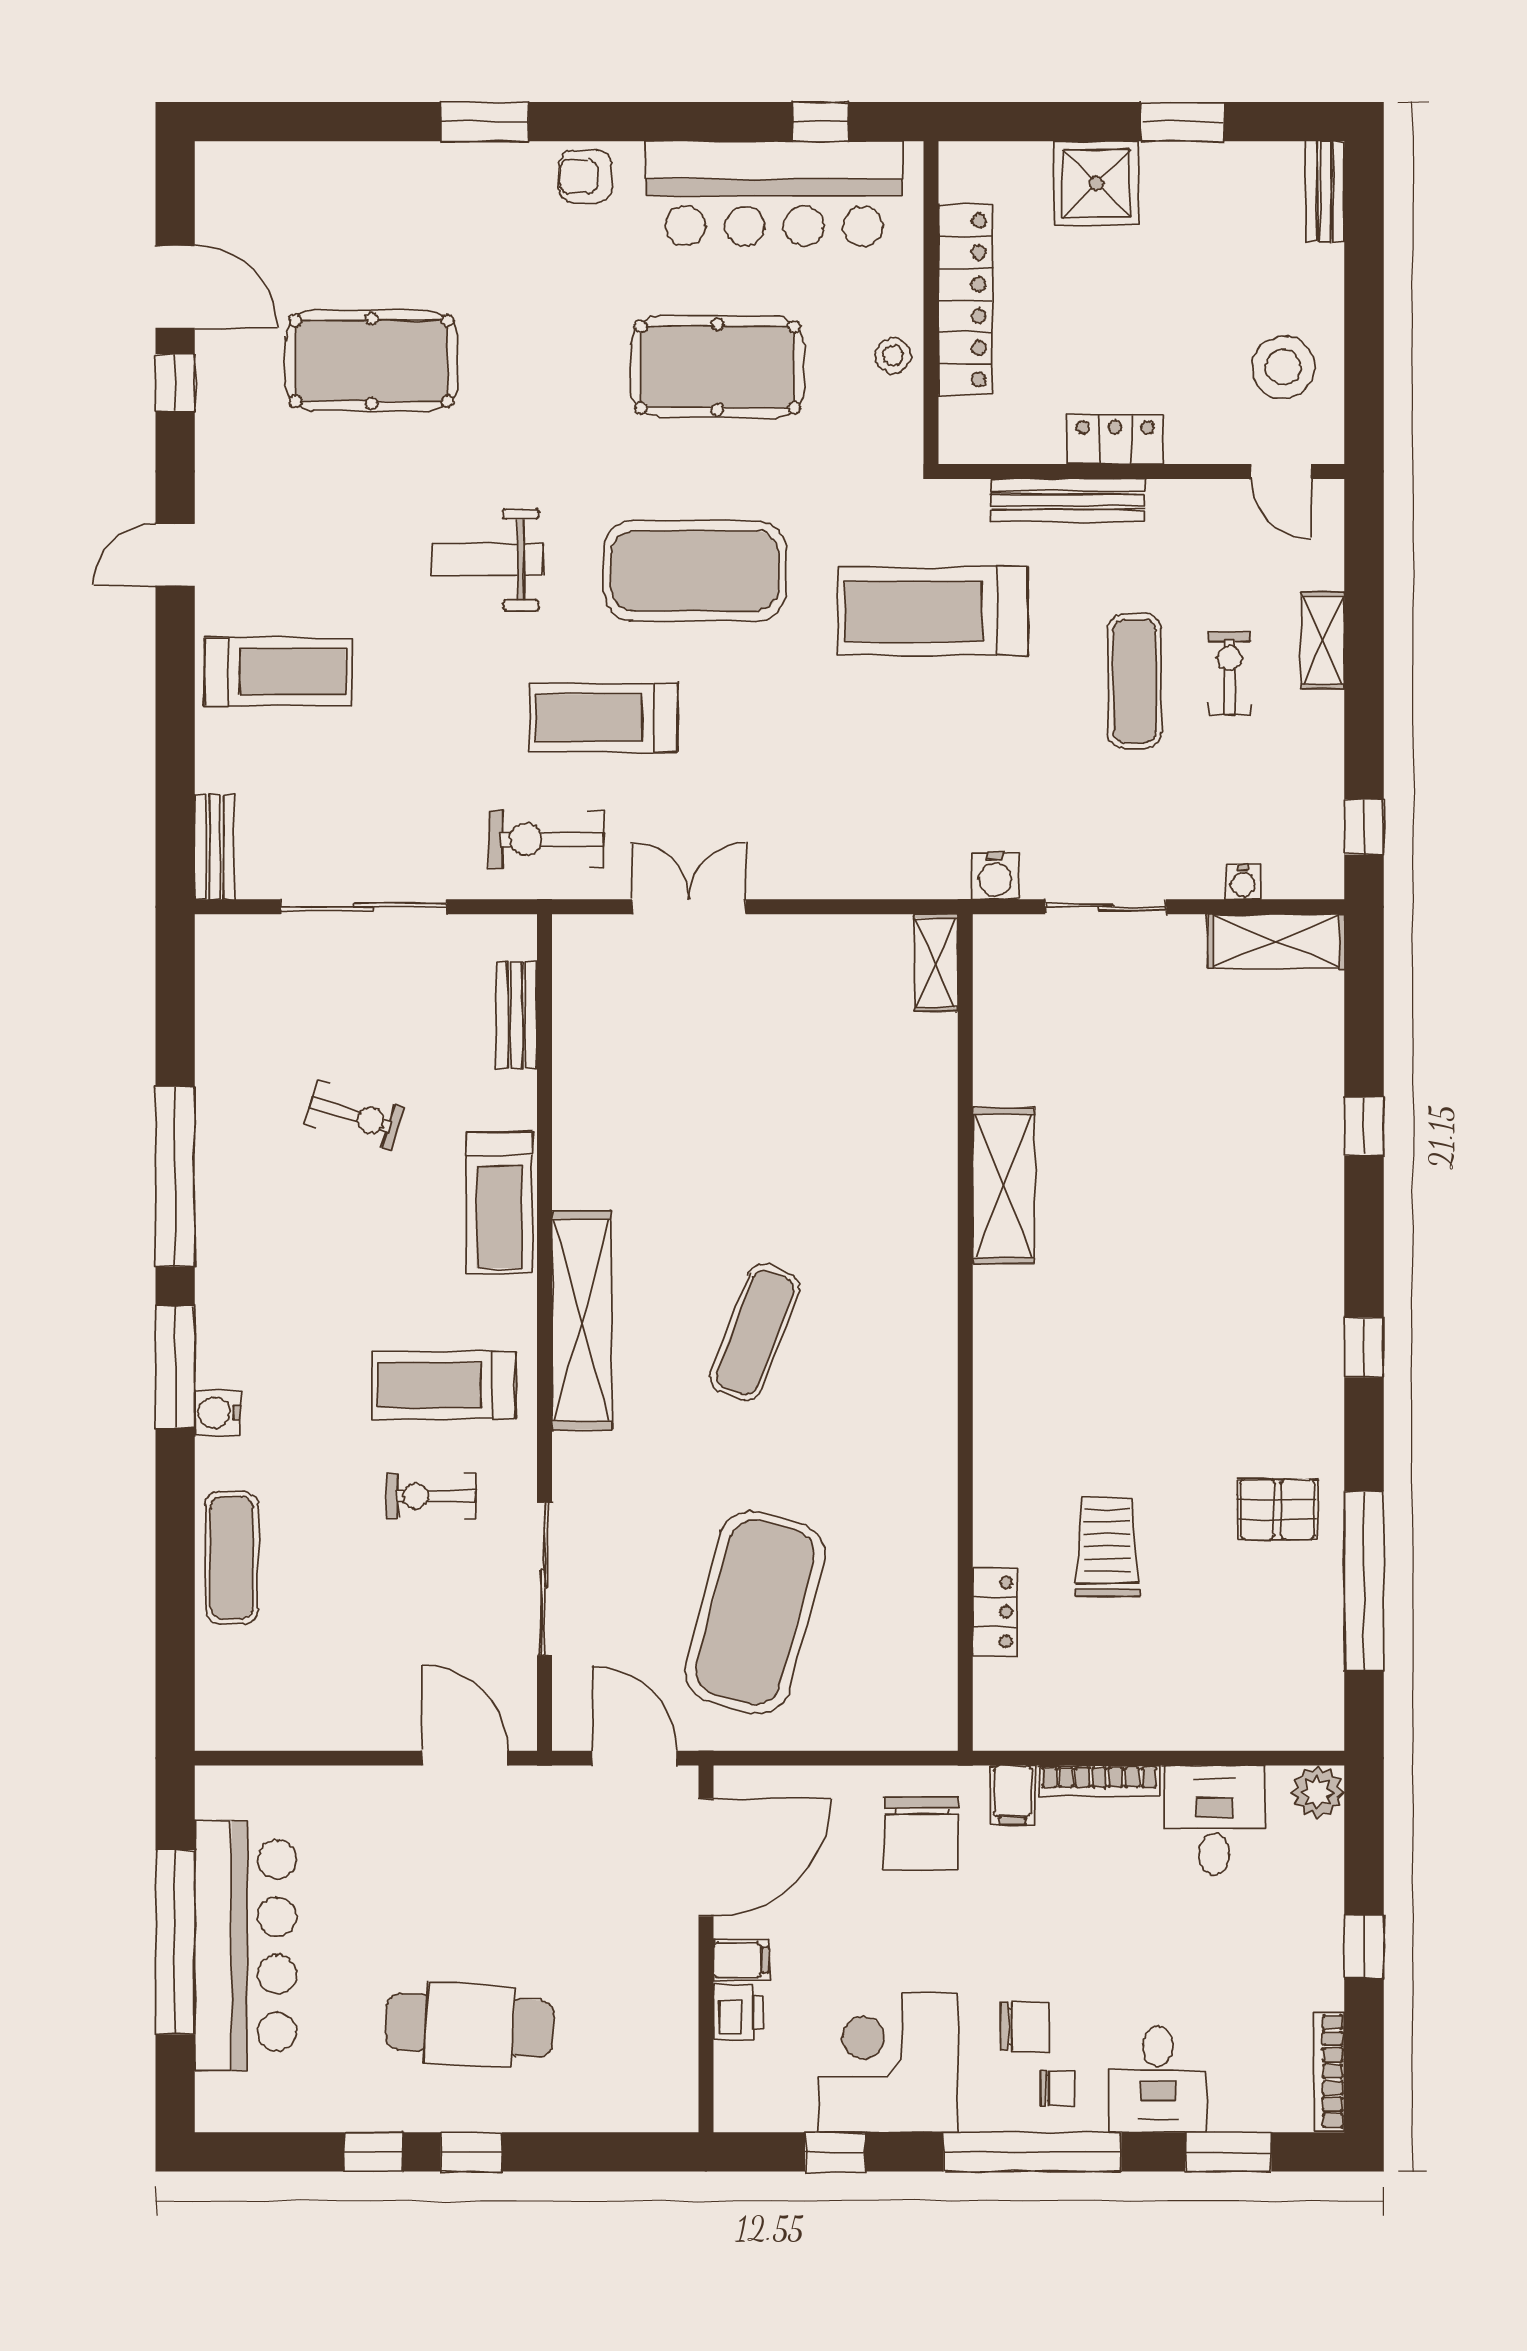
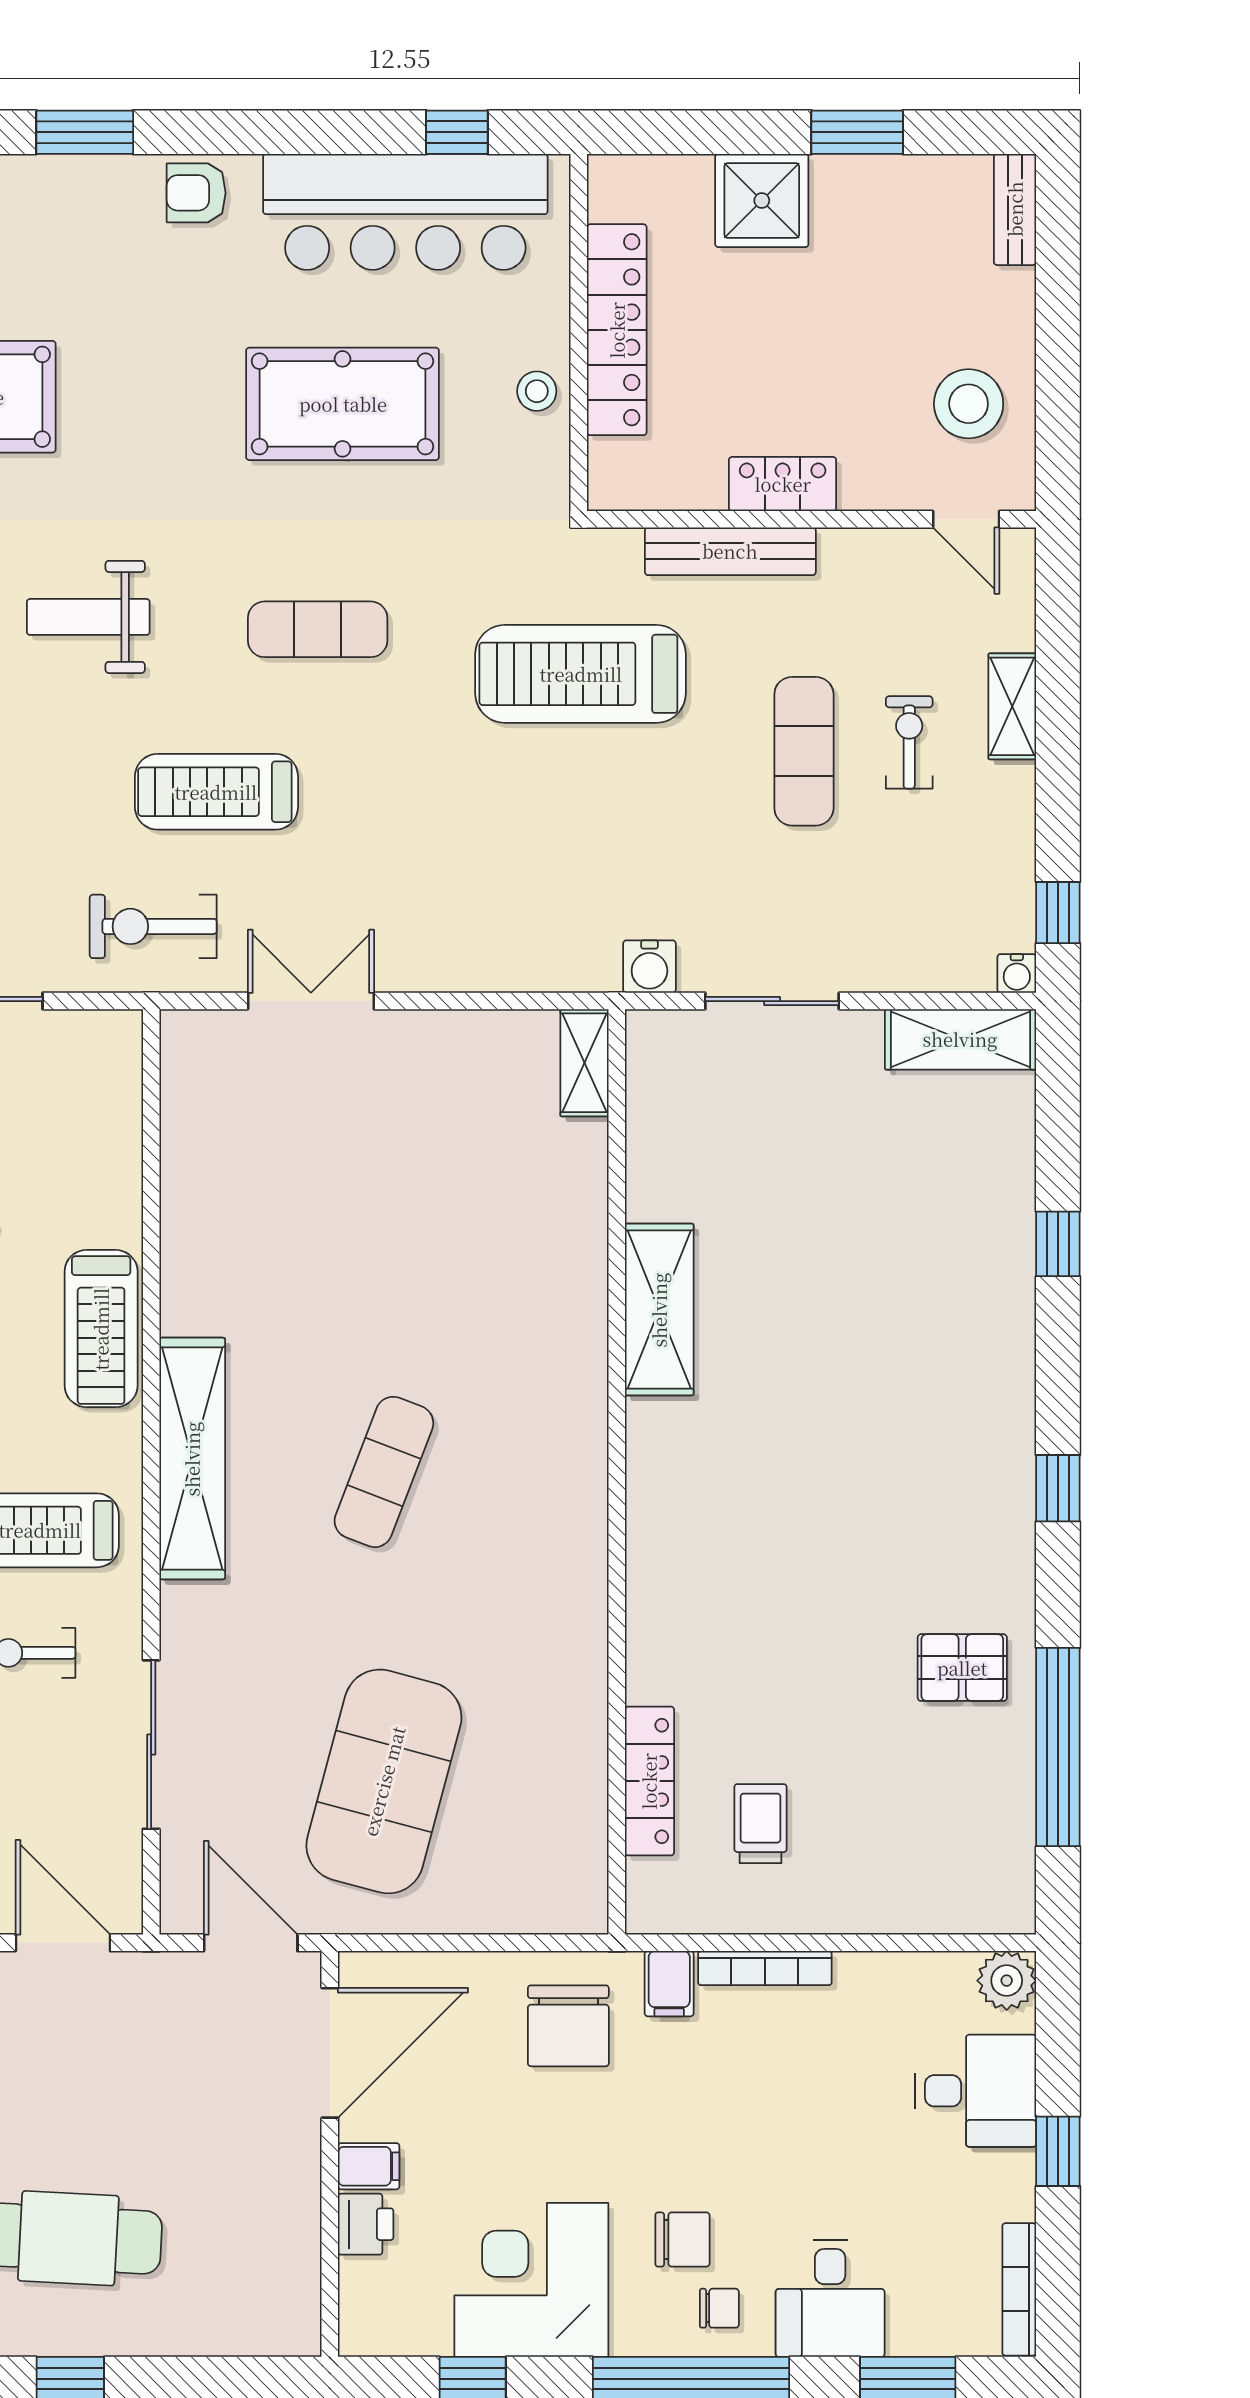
exercise mat: (695, 571) -> (318, 629), width x0.50, depth x0.69
water cooler: (1243, 882) -> (1017, 973), moved
bench: (517, 1015) -> (120, 1121), removed
trolley: (1107, 1547) -> (761, 1824), moved, width x0.73, depth x0.72
locker: (995, 1612) -> (649, 1781), width x1.53
desk: (1214, 1820) -> (976, 2091), moved, turned 90

